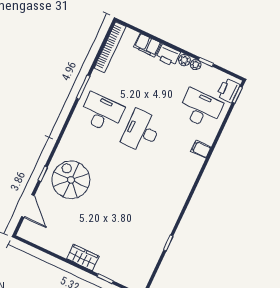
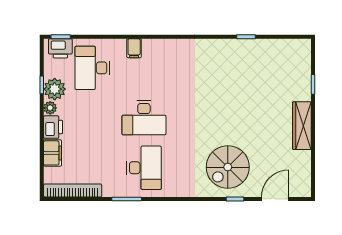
plant: (196, 65) -> (55, 89), width x1.88, depth x1.88
desk: (102, 113) -> (144, 168), turned 180
wardrobe: (83, 258) -> (302, 126), width x1.50

